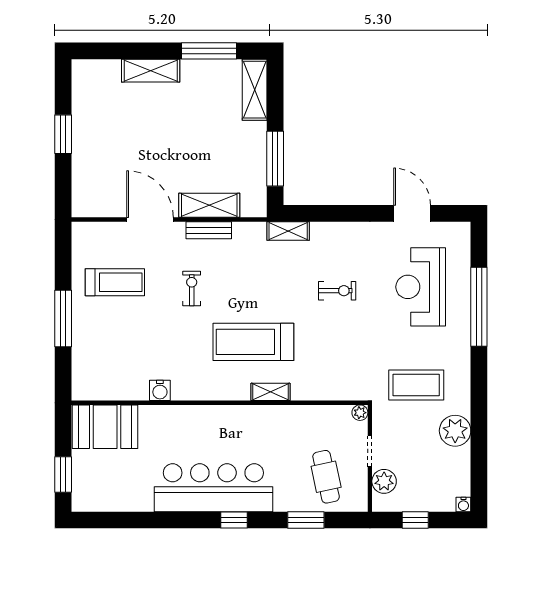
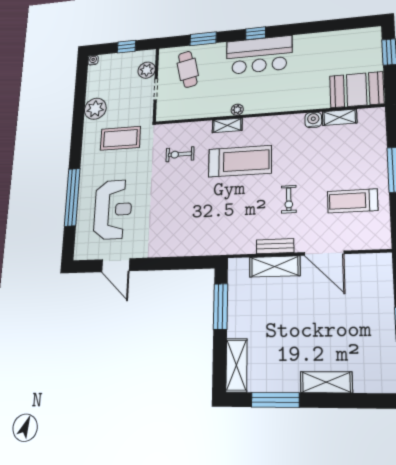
shelving: (288, 231) -> (340, 117), moved
exercise bike: (337, 291) -> (180, 154), moved
plant: (360, 413) -> (237, 110), moved
bar counter: (213, 488) -> (259, 55), width x0.73

